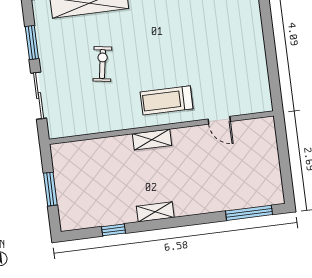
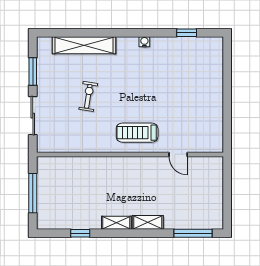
shelving: (152, 140) -> (148, 222), moved
window: (50, 189) -> (33, 193), width x1.44

